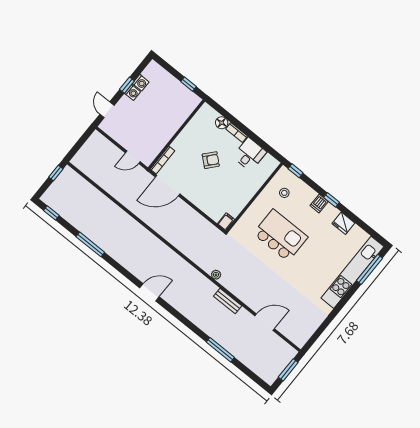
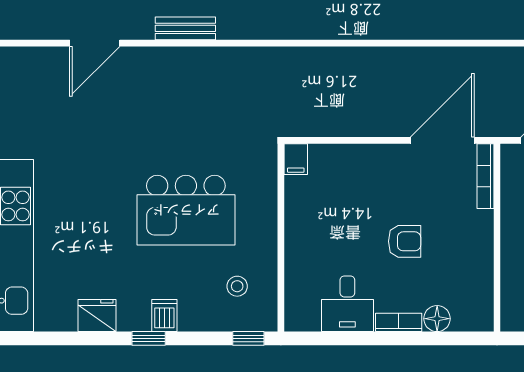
armchair: (211, 160) -> (405, 241), turned -131
plant: (216, 275) -> (240, 57), removed

